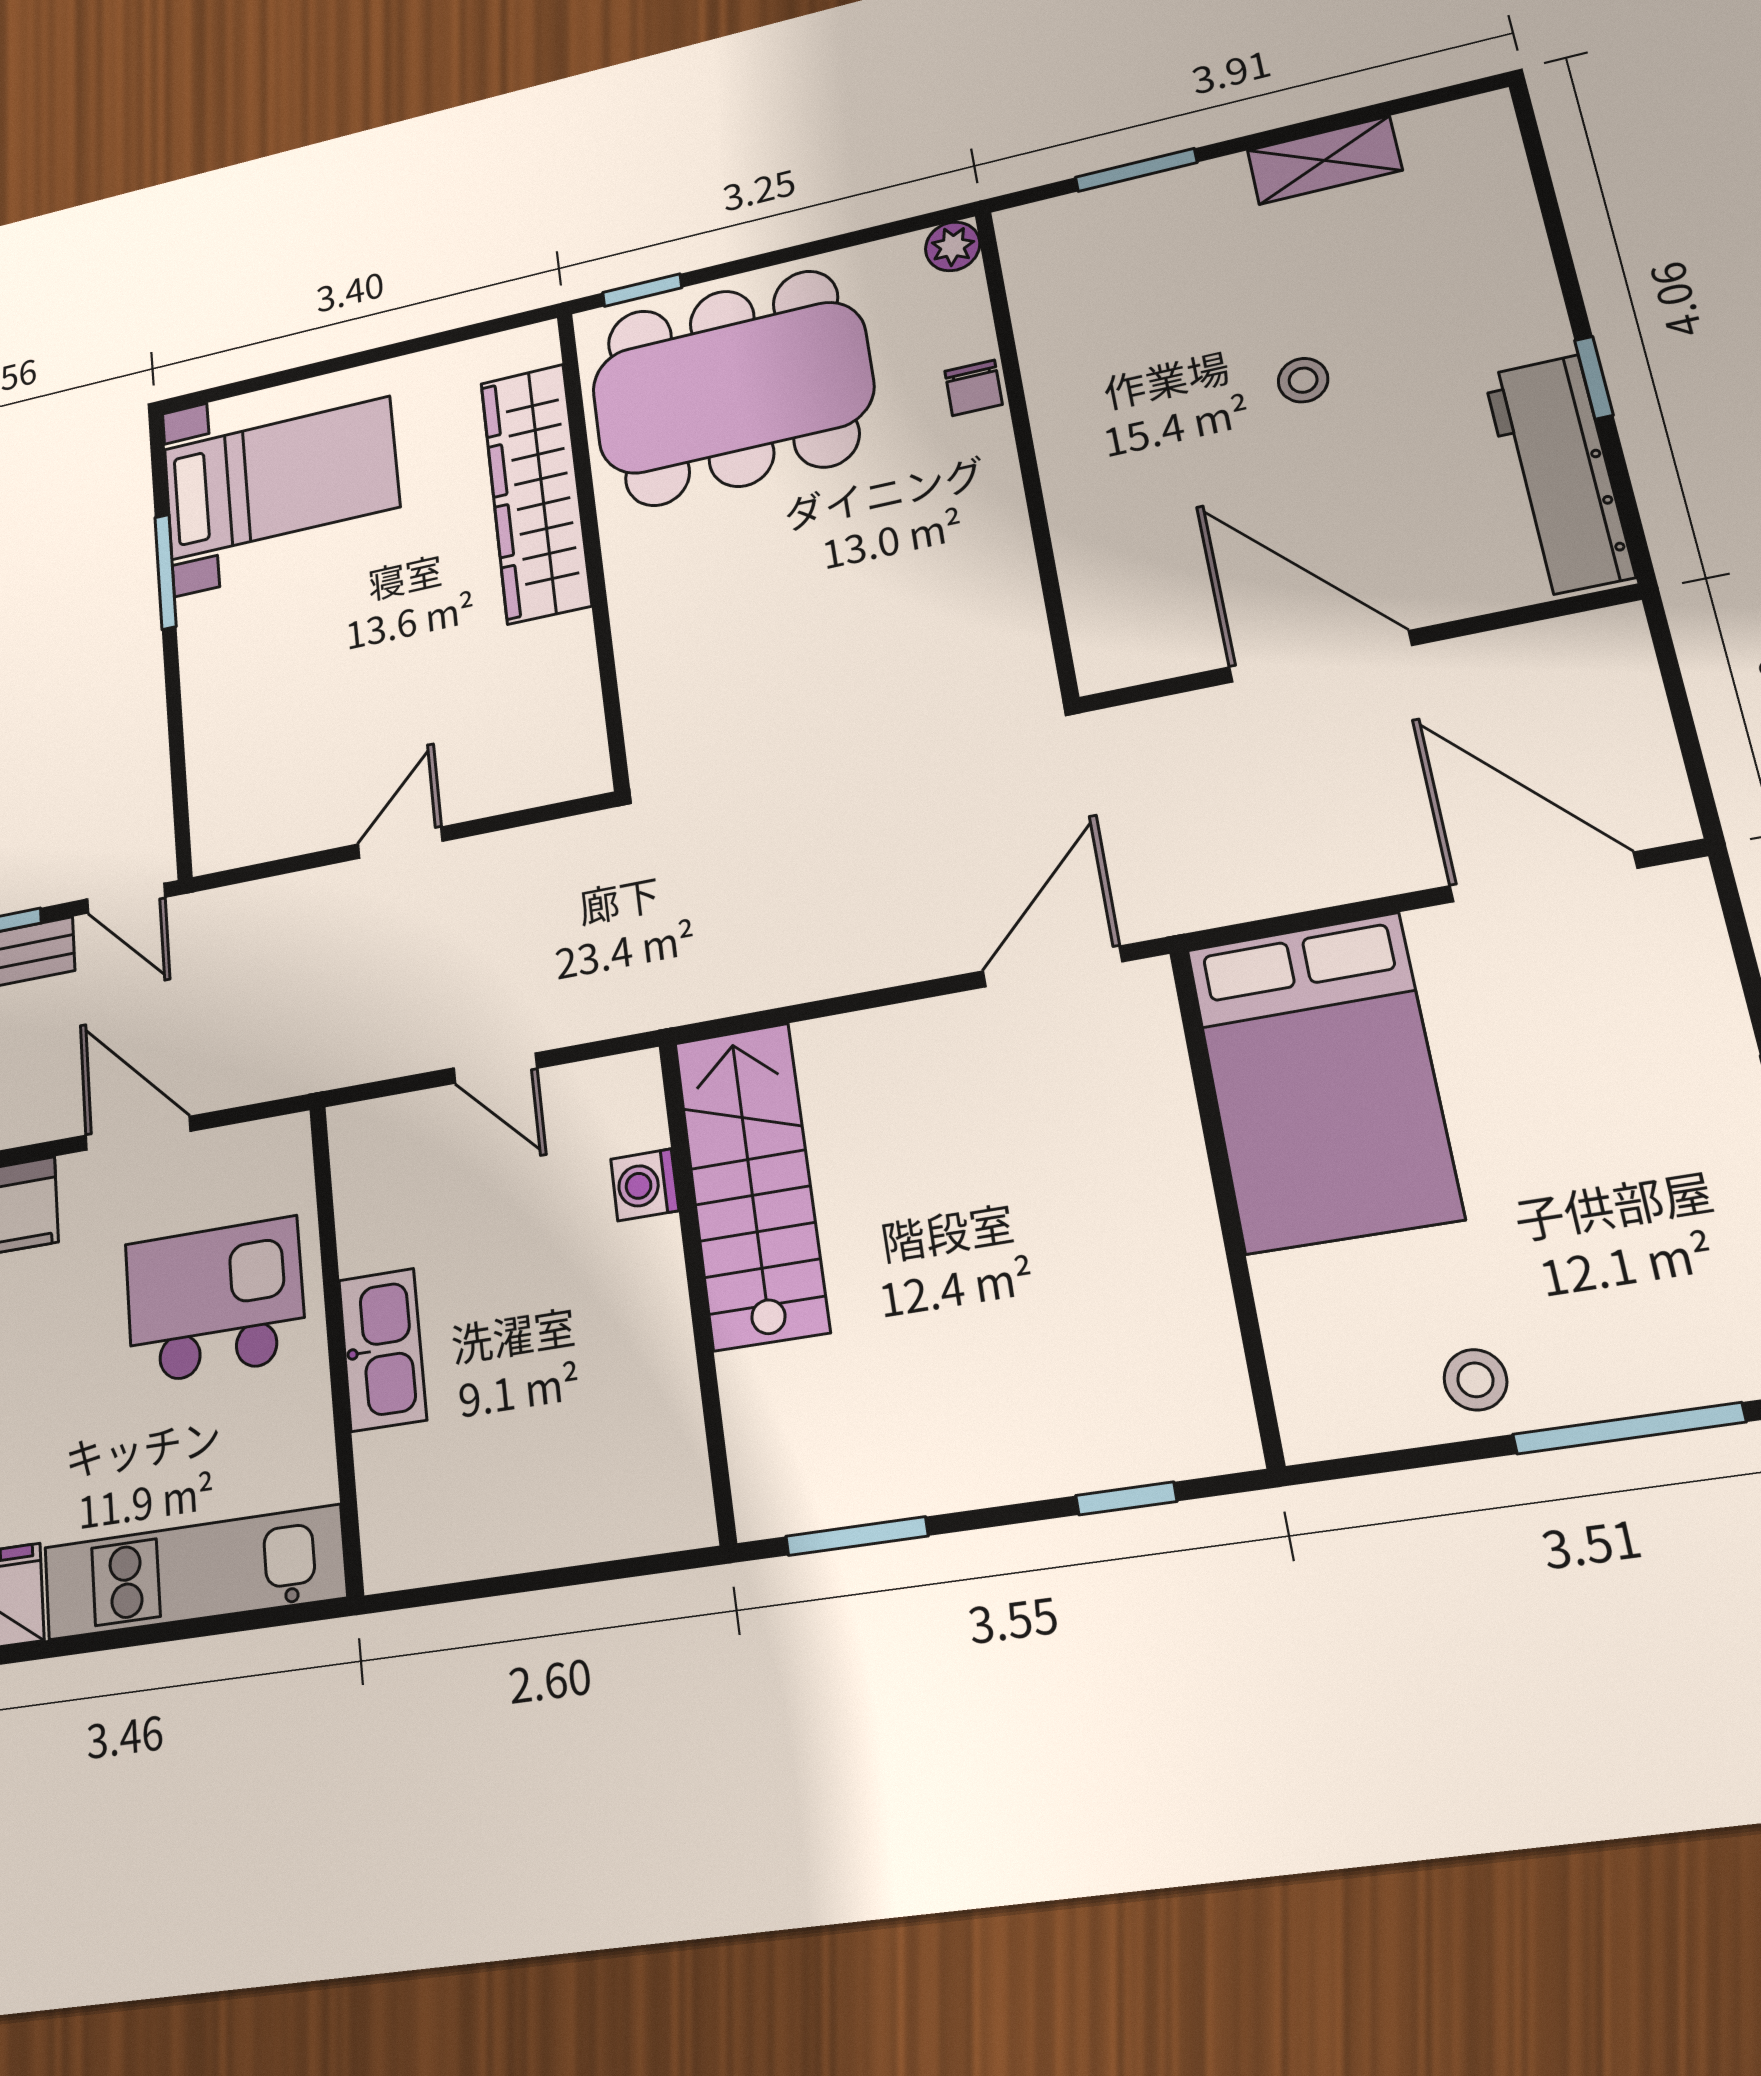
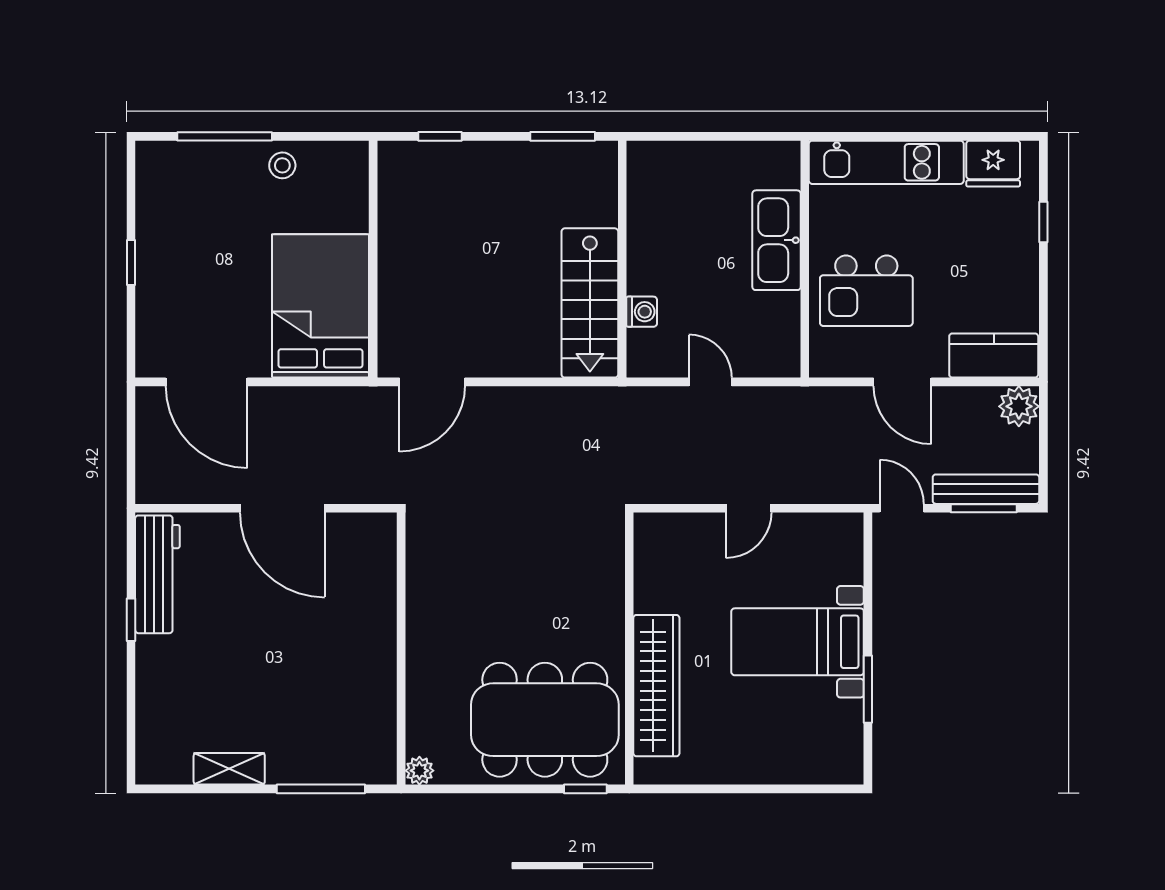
window: (1136, 170) -> (321, 789), width x1.44
stool: (1303, 380) -> (262, 652), removed
chair: (974, 388) -> (421, 688), removed
bed with nightstands: (281, 478) -> (798, 642), moved
kitchen sink: (382, 1350) -> (777, 240), width x1.36, depth x1.24

